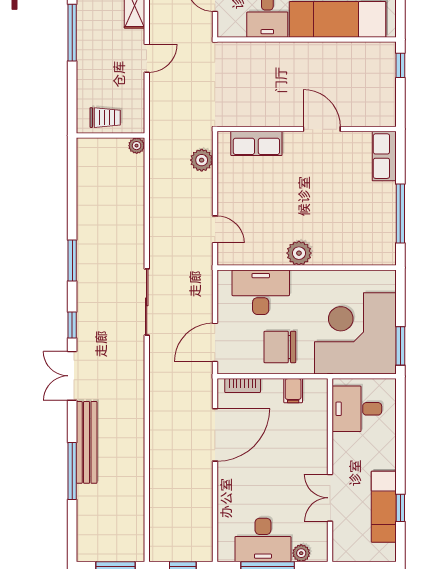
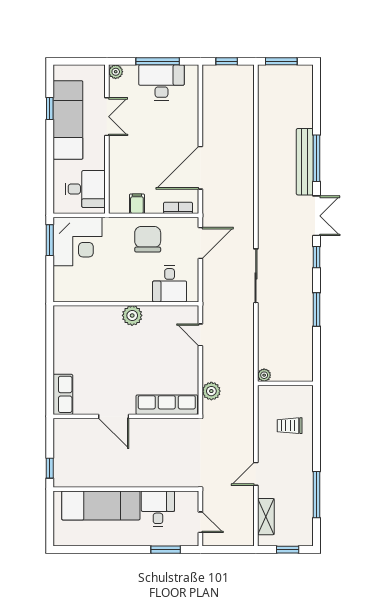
wall: (110, 135) -> (285, 383), moved
row of seats: (256, 143) -> (167, 405), width x1.48
plant: (137, 146) -> (264, 375), moved
window: (400, 213) -> (50, 348), removed
desk: (261, 292) -> (170, 284), width x0.73
corner desk: (355, 333) -> (78, 241), width x0.74, depth x0.74
chair: (280, 347) -> (148, 239), turned -90
window: (72, 471) -> (317, 158), moved
exam couch: (384, 507) -> (68, 120), width x1.36, depth x1.45
plant: (301, 553) -> (116, 72), moved

